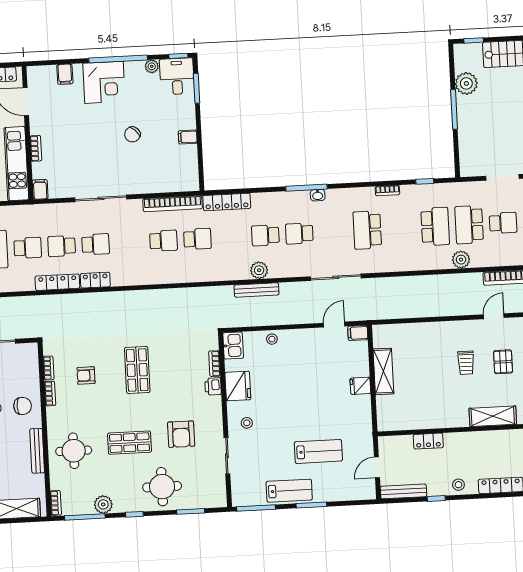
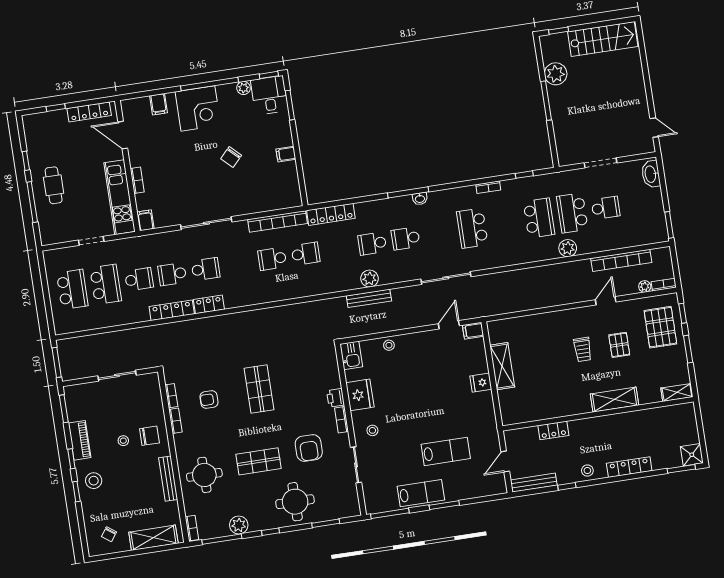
school desk: (164, 241) -> (272, 259), turned 180
bookcase: (215, 364) -> (342, 420), moved

